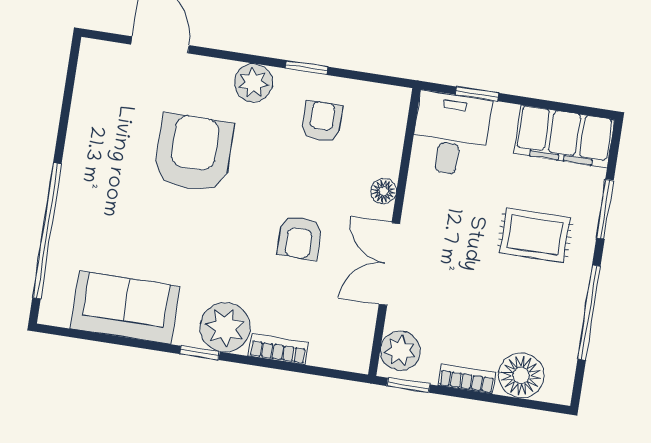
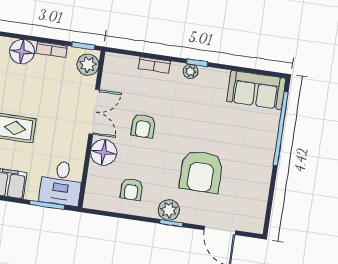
window: (306, 67) -> (171, 223), moved
window: (477, 94) -> (47, 205), width x1.50
floor lamp: (384, 191) -> (104, 152), width x1.89, depth x1.89
armchair: (299, 237) -> (143, 126), turned 180
sofa: (125, 307) -> (256, 90), moved
plant: (225, 327) -> (191, 71), width x0.53, depth x0.53

